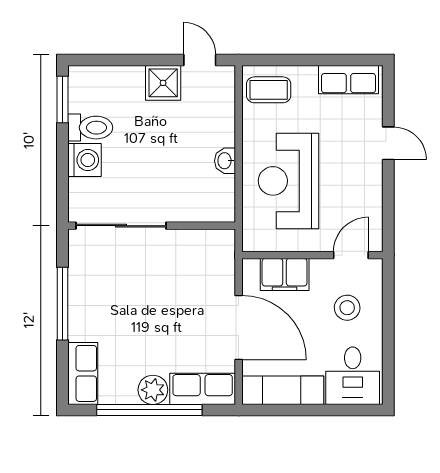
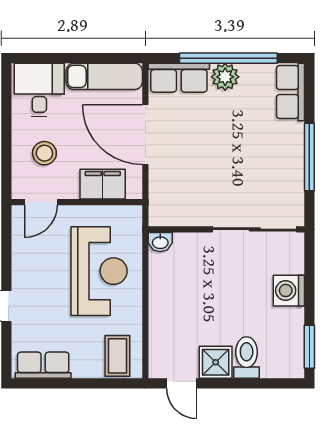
coffee table: (269, 90) -> (117, 356), turned 90
toilet: (90, 128) -> (247, 358), moved, turned 90
washbasin: (225, 161) -> (160, 242), moved, turned 90

